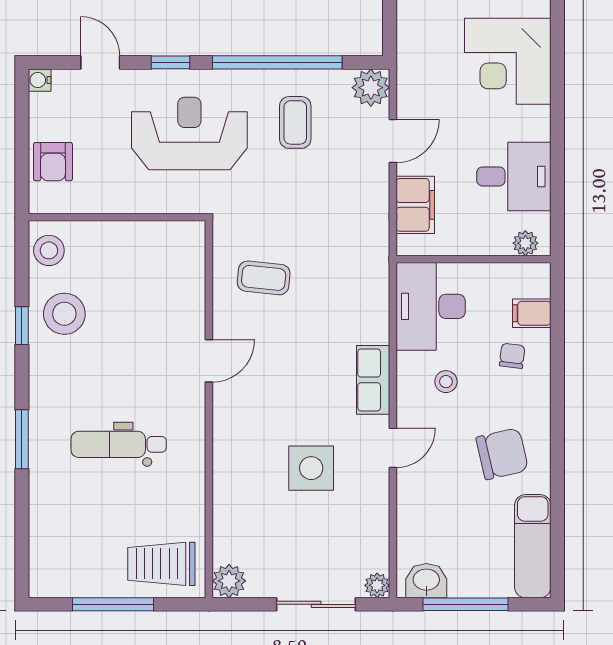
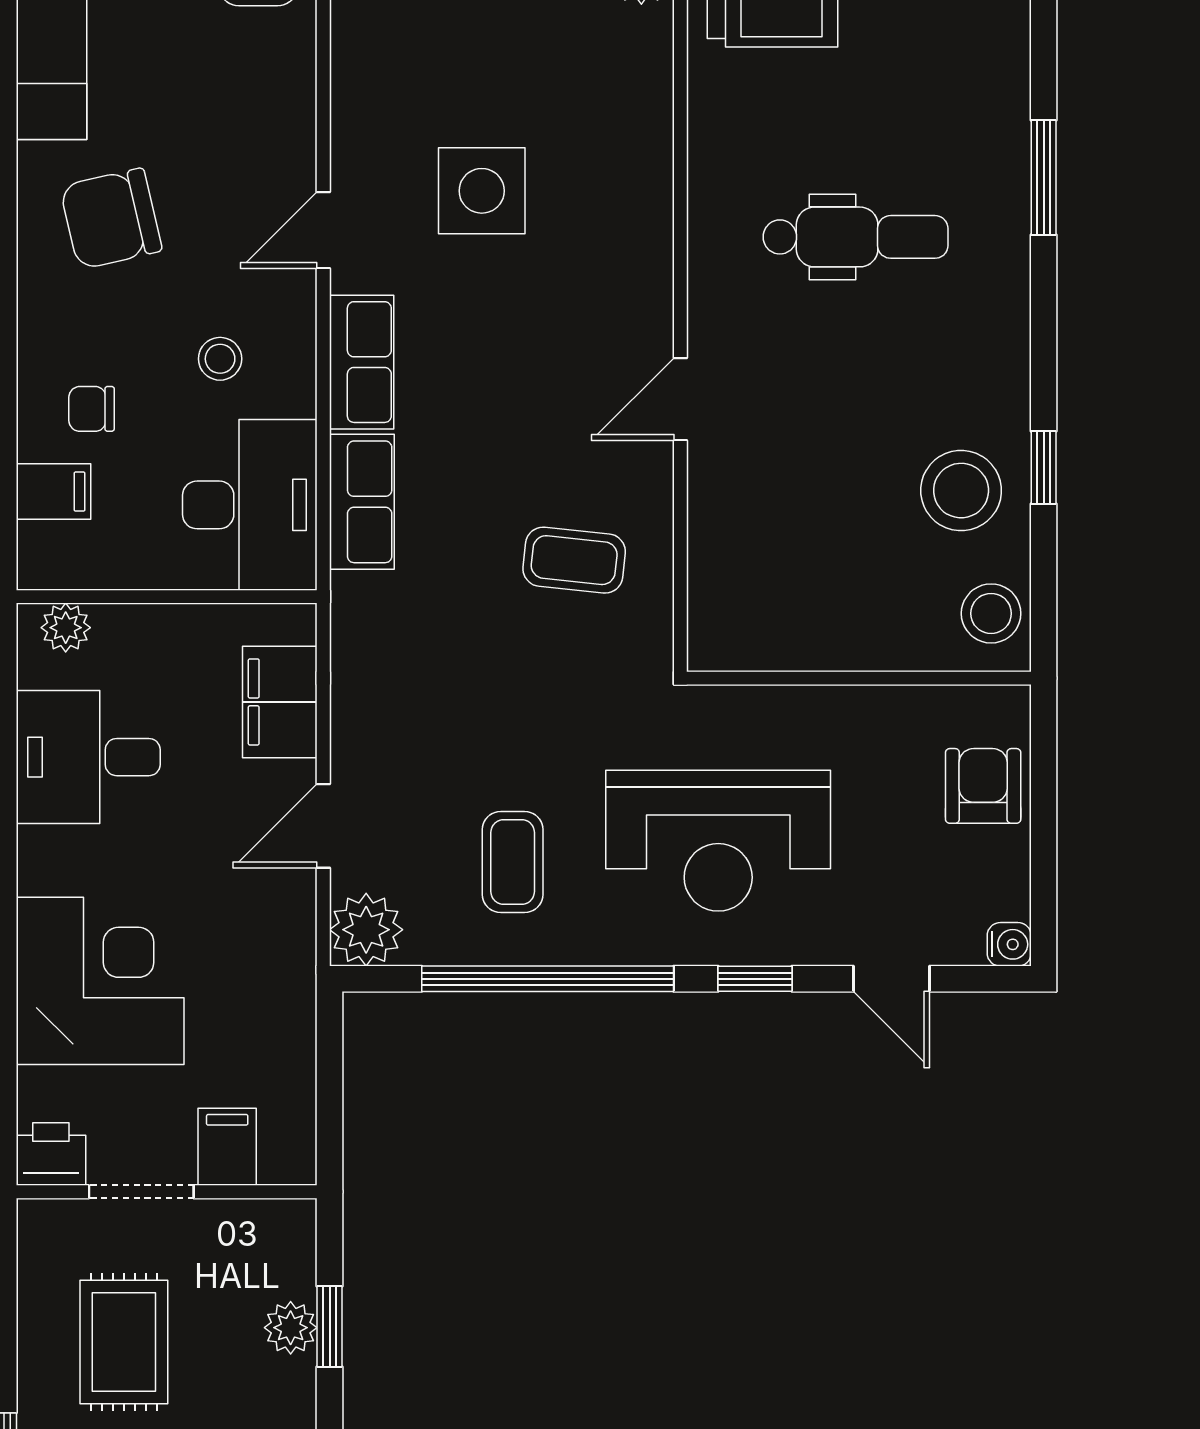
row of seats: (373, 308) -> (362, 502), added
chair: (512, 356) -> (92, 409), turned 83
window: (22, 439) -> (1044, 177), moved

